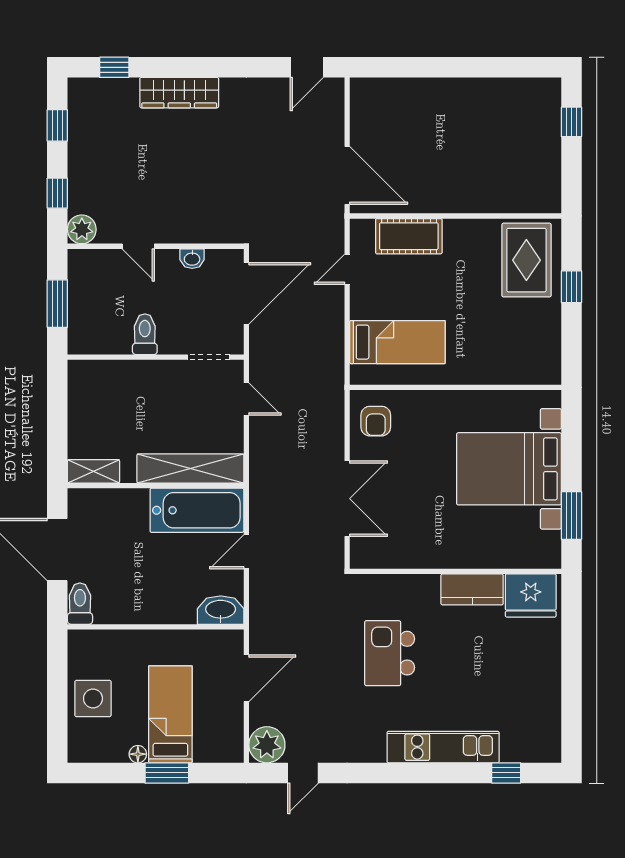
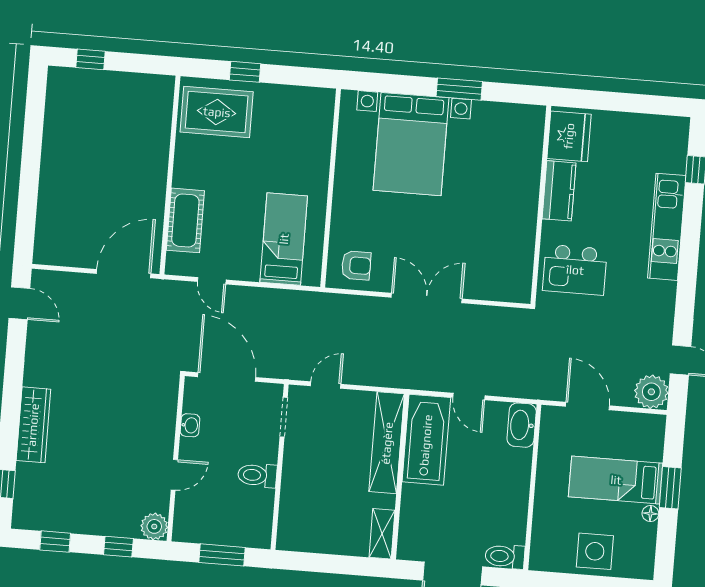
wall: (456, 571) -> (541, 205), moved
kitchen counter: (472, 589) -> (559, 191), moved
fridge: (531, 595) -> (569, 136), moved

